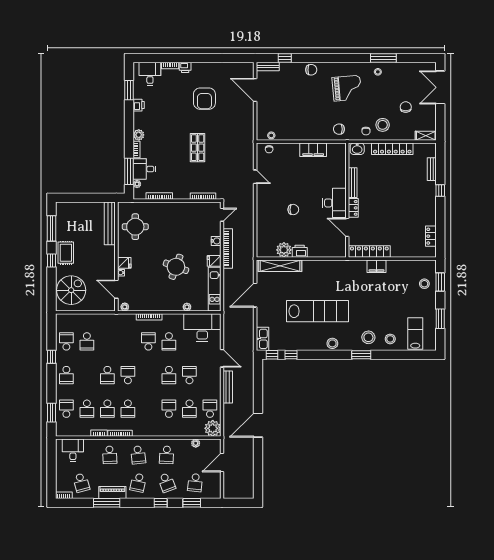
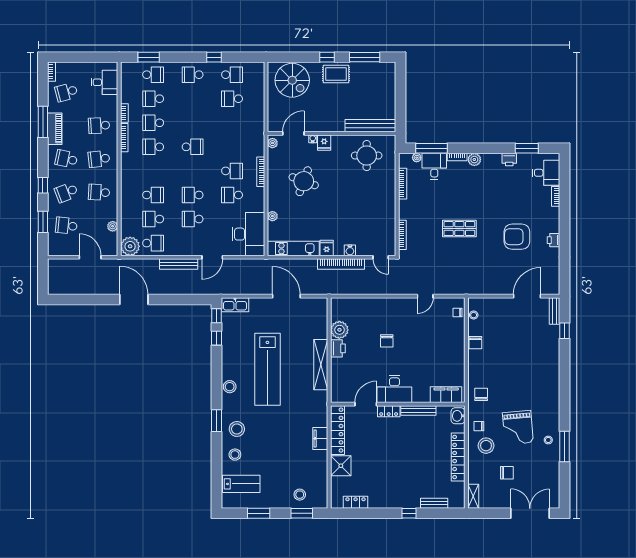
printer: (185, 67) -> (554, 240), moved
chair: (311, 70) -> (475, 343), moved
grand piano: (347, 88) -> (518, 428), moved
filing cabinet: (313, 150) -> (446, 395), moved, turned 90
shower: (400, 249) -> (341, 466), added
shelving: (280, 266) -> (321, 365), moved
round table: (176, 267) -> (304, 181), moved
school desk: (107, 375) -> (193, 123), removed
school desk: (189, 375) -> (193, 219), turned 180

